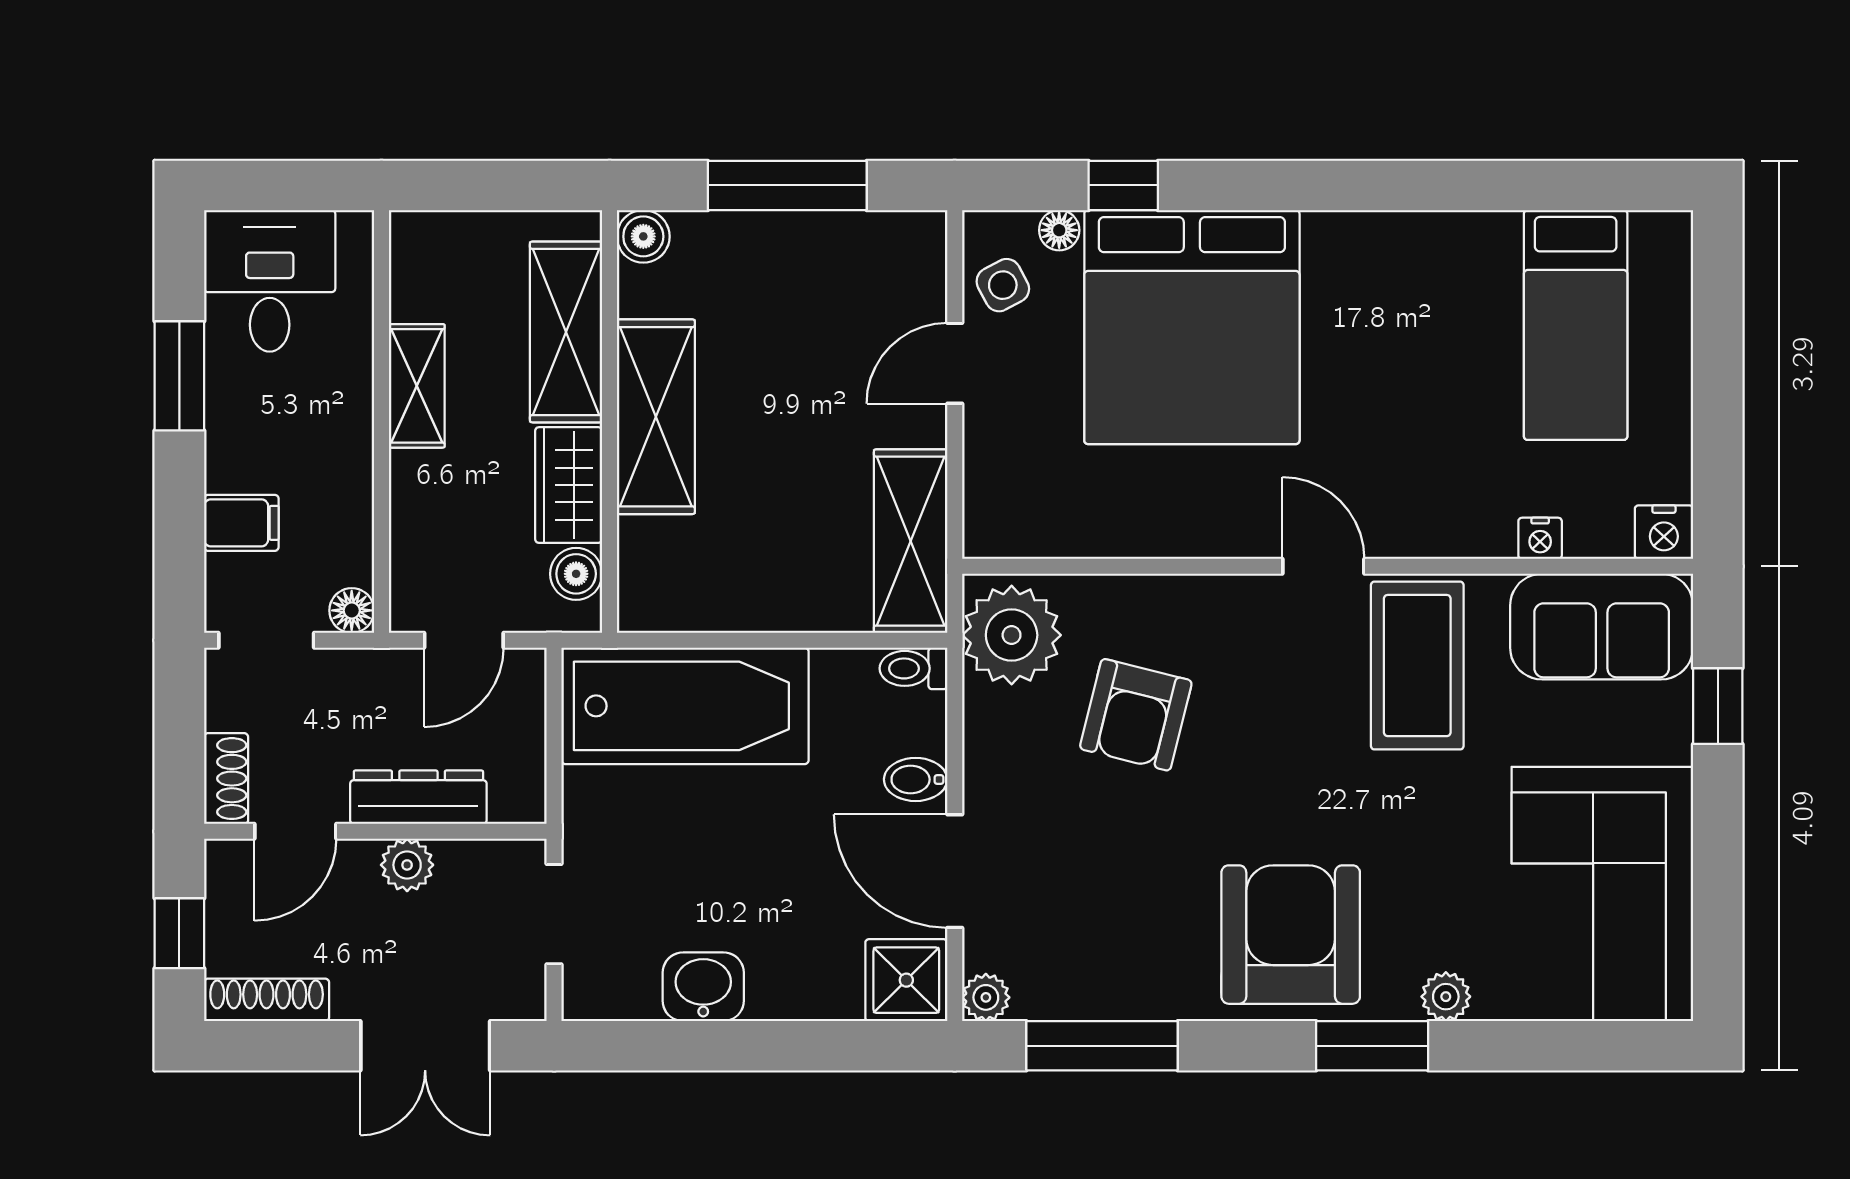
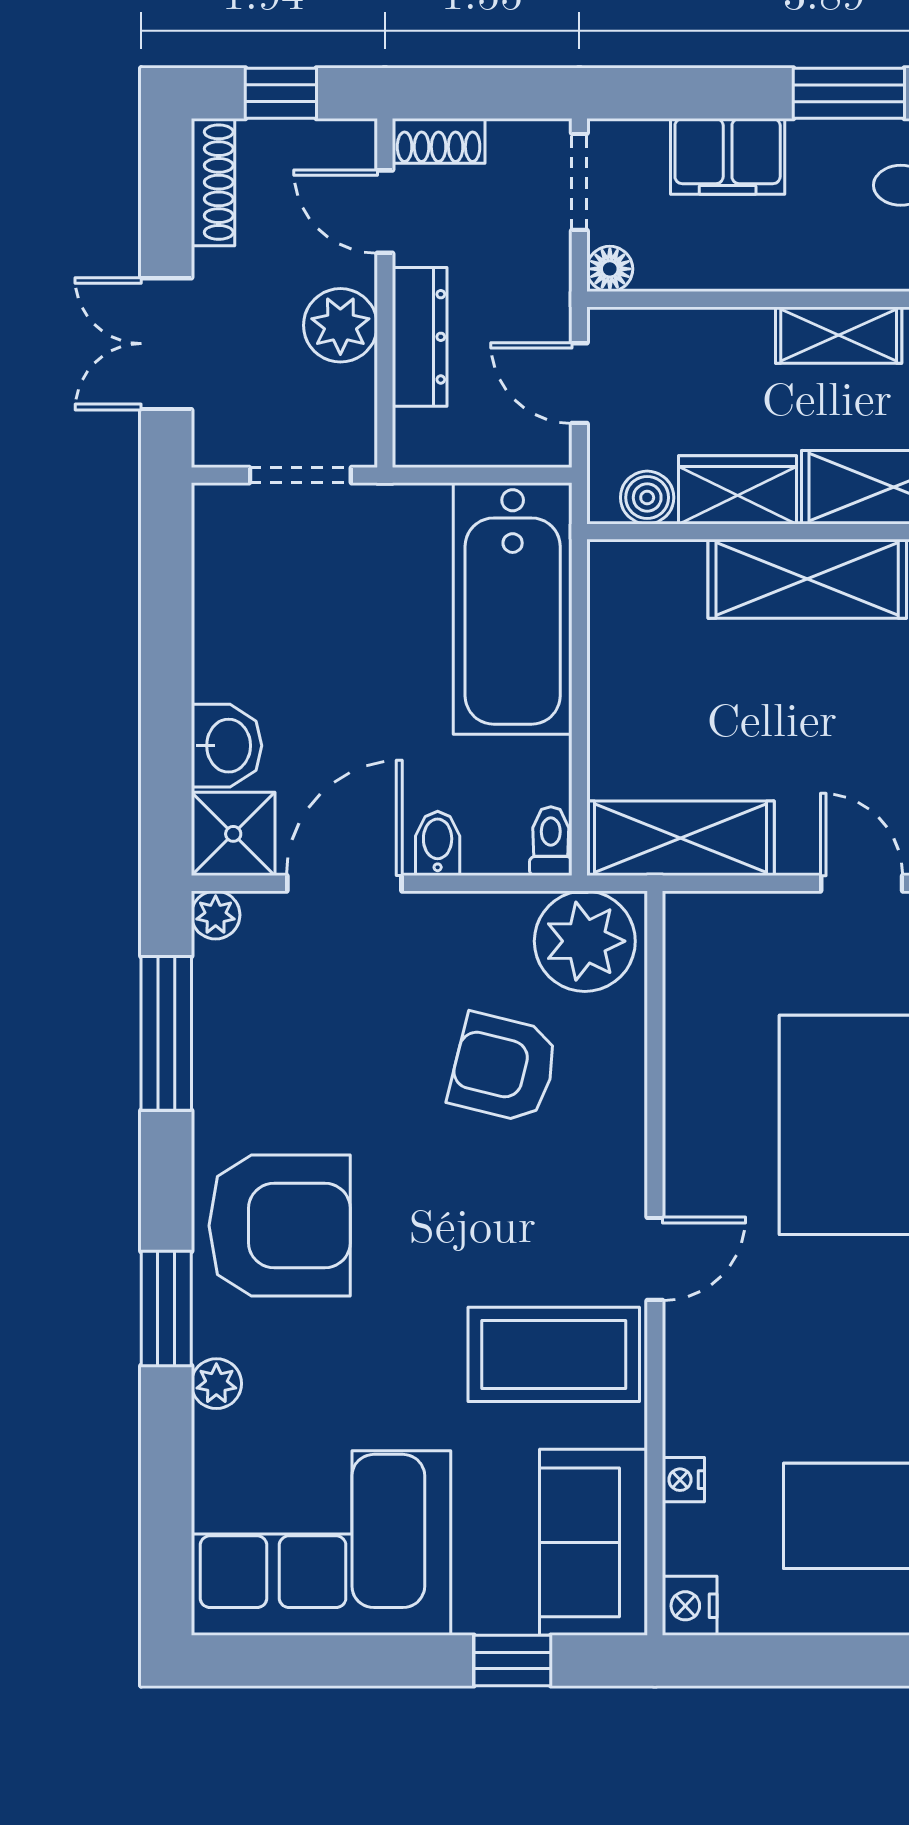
filing cabinet: (241, 523) -> (728, 156), width x2.00
plant: (407, 865) -> (340, 325), width x1.38, depth x1.38
washbasin: (703, 987) -> (226, 746), moved

